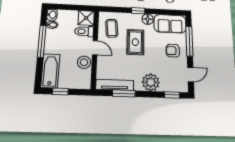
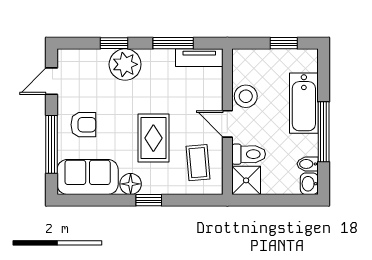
bathtub: (50, 71) -> (304, 103), moved
tv unit: (115, 85) -> (199, 58), width x0.71
window: (172, 95) -> (114, 43), moved

